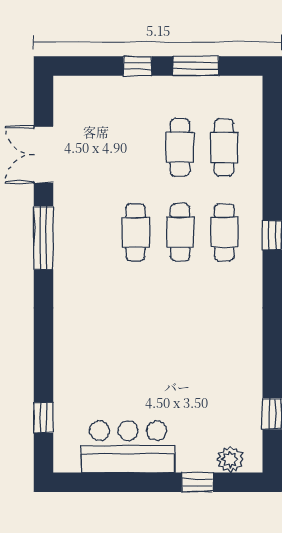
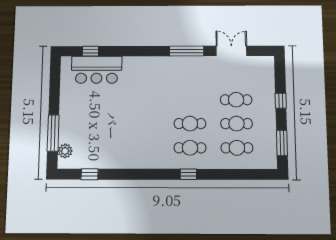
window: (196, 66) -> (282, 143), moved
cafe table: (136, 232) -> (236, 100), moved
bar counter: (128, 447) -> (97, 70), moved, turned 90
window: (197, 482) -> (53, 133), width x2.17

